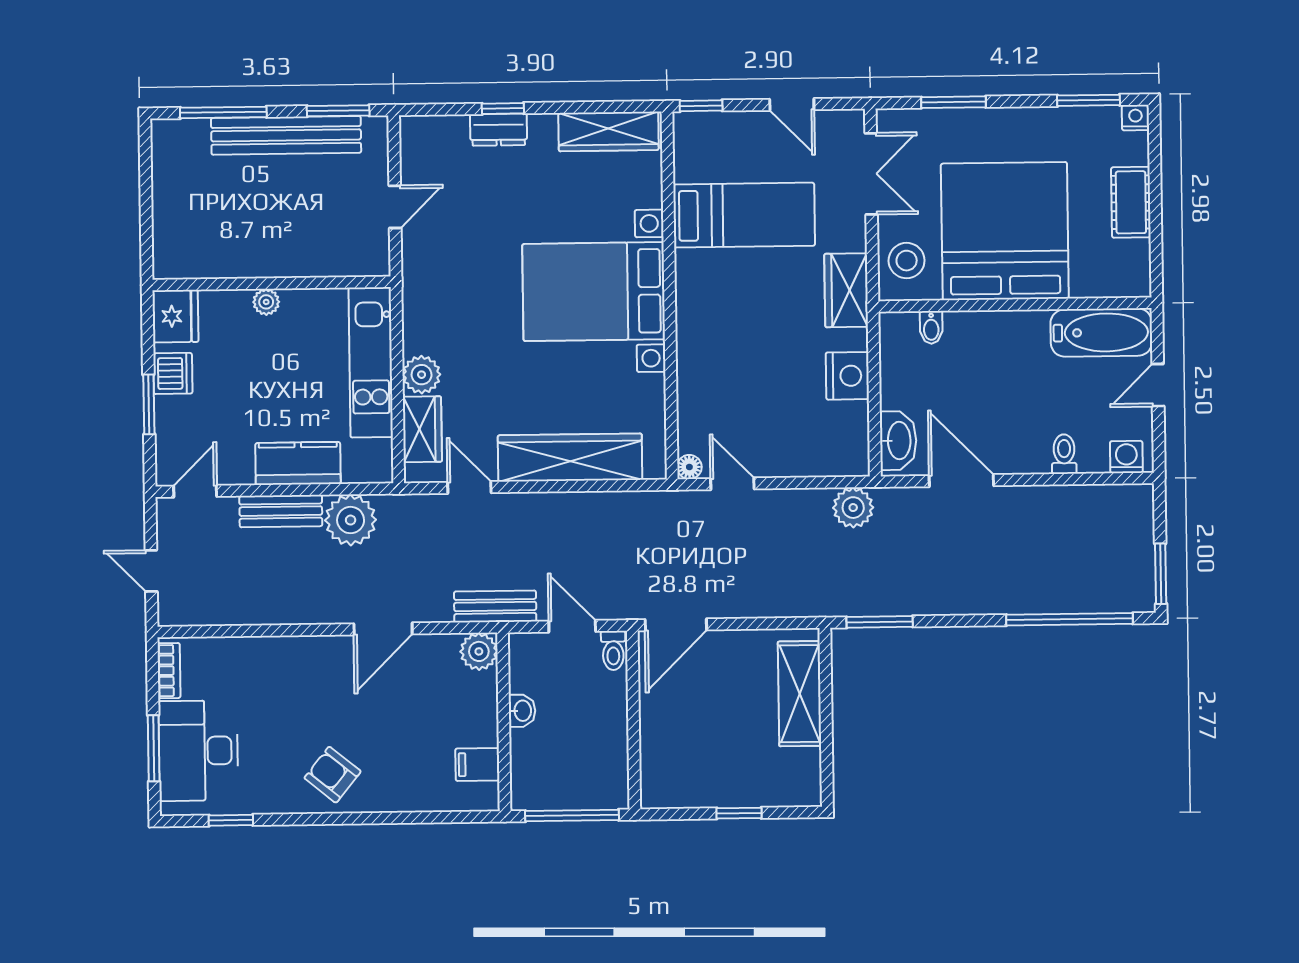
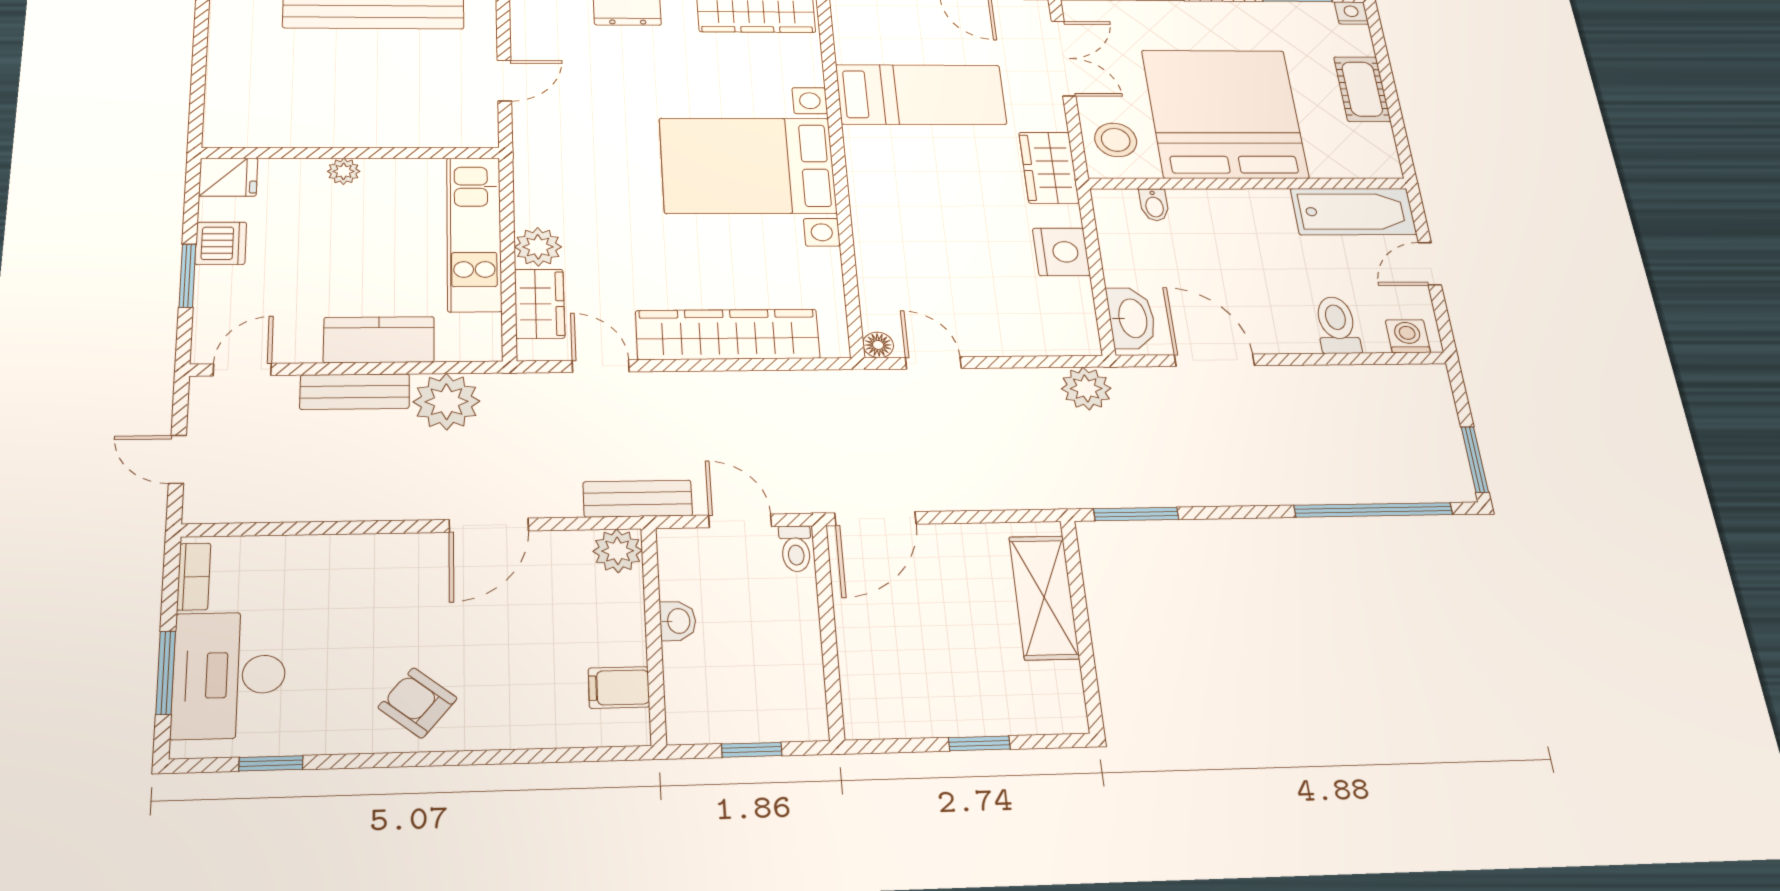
fridge: (175, 316) -> (228, 177), width x0.72
toilet: (1064, 454) -> (1337, 325), width x1.37, depth x1.39
window: (572, 815) -> (752, 750), width x0.46

